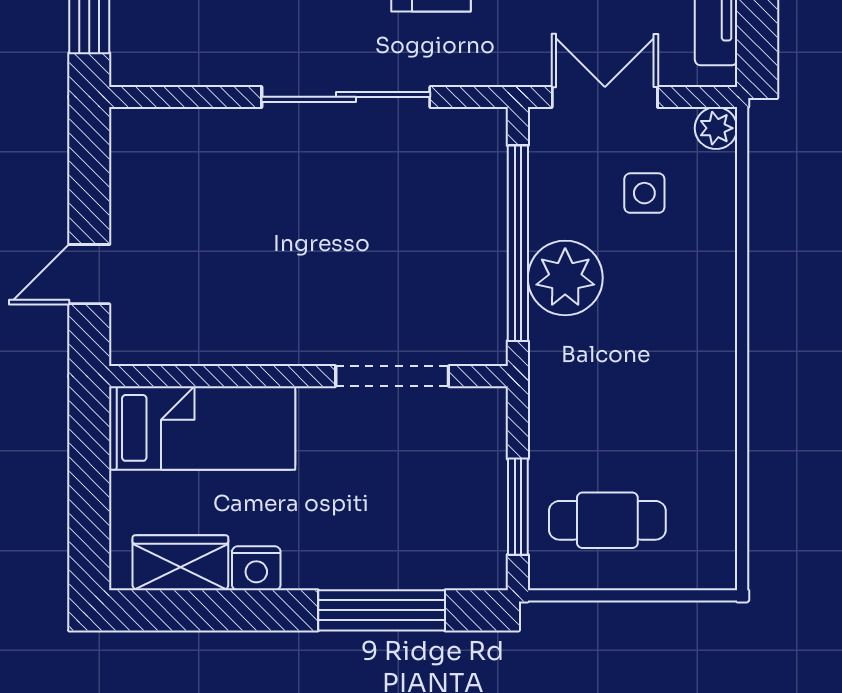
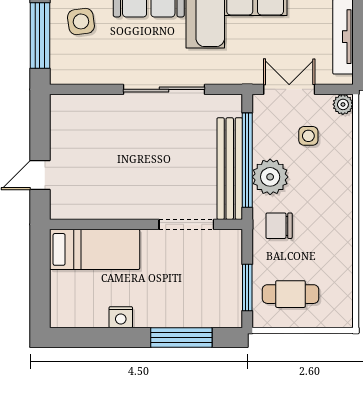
bench: (482, 261) -> (230, 169), added
chair: (584, 379) -> (279, 226), added
wardrobe: (180, 563) -> (84, 315), removed

